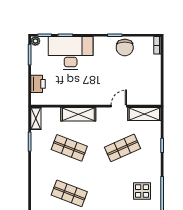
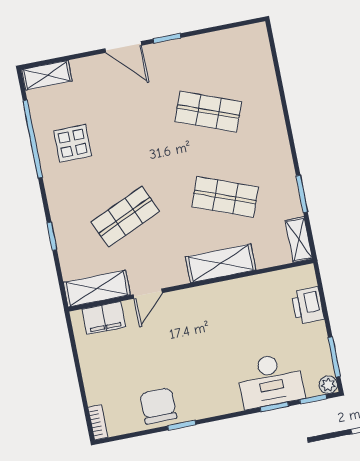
desk: (71, 53) -> (270, 380), width x0.73, depth x0.77
filing cabinet: (144, 98) -> (104, 318), added

